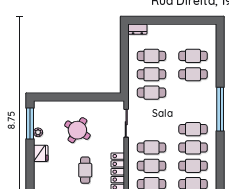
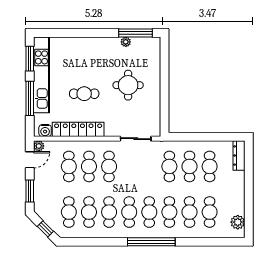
dresser: (137, 29) -> (239, 156), width x1.44
plant: (202, 30) -> (238, 222), added
cafe table: (193, 93) -> (169, 212), added
cafe table: (193, 111) -> (149, 212), added
round table: (77, 130) -> (128, 85), turned -32
fridge: (41, 153) -> (103, 45), removed

